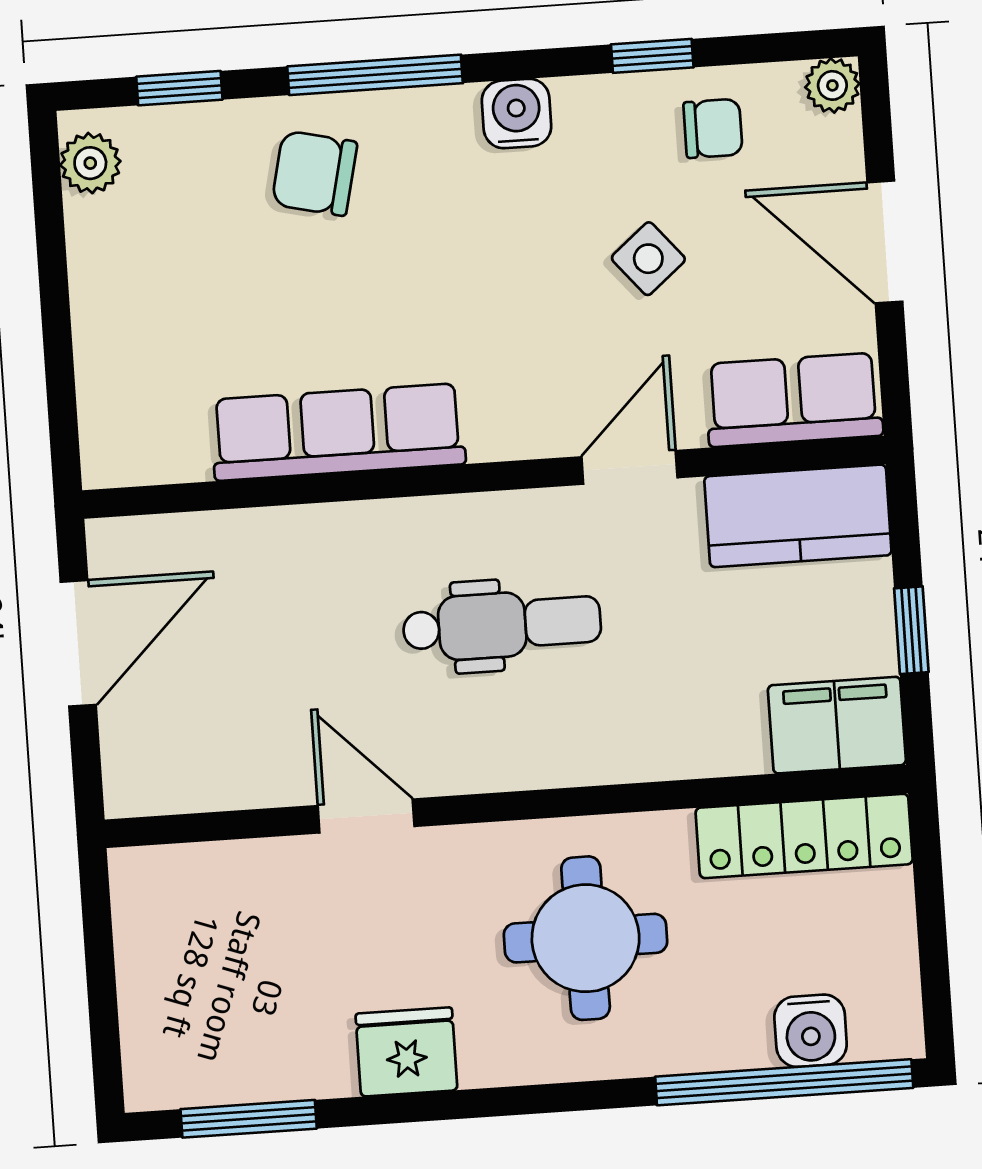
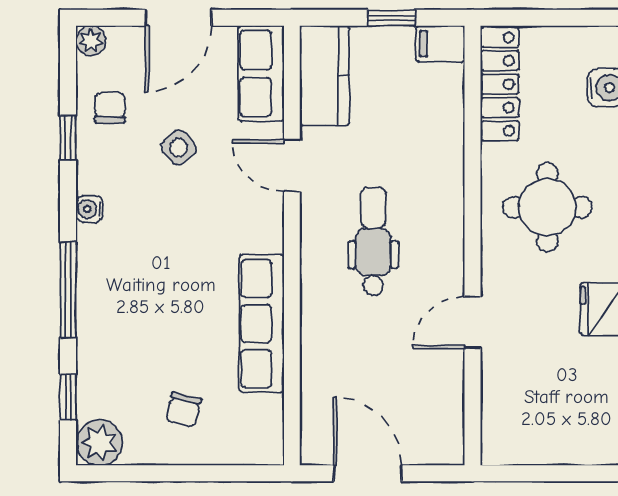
water cooler: (517, 113) -> (89, 209), width x0.72, depth x0.72
plant: (90, 163) -> (99, 443), width x1.38, depth x1.38
chair: (314, 173) -> (184, 410), moved, width x0.73, depth x0.73
filing cabinet: (837, 725) -> (440, 44), width x0.50

